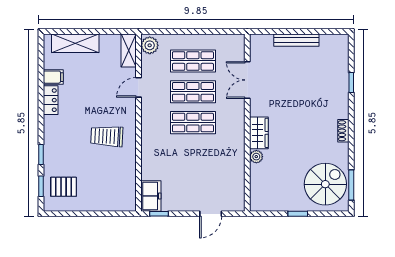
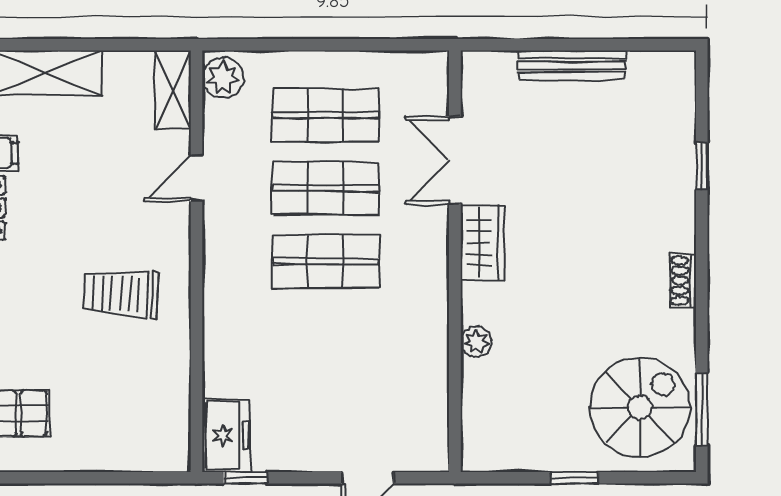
wardrobe: (259, 133) -> (482, 243), moved

